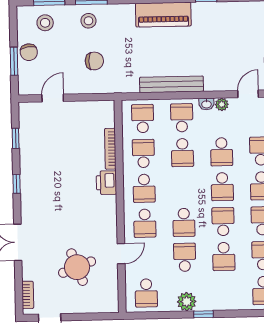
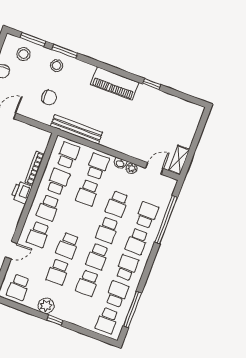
bench: (172, 84) -> (76, 129), moved
school desk: (223, 222) -> (97, 257), turned 180
school desk: (185, 257) -> (58, 272), turned 180

